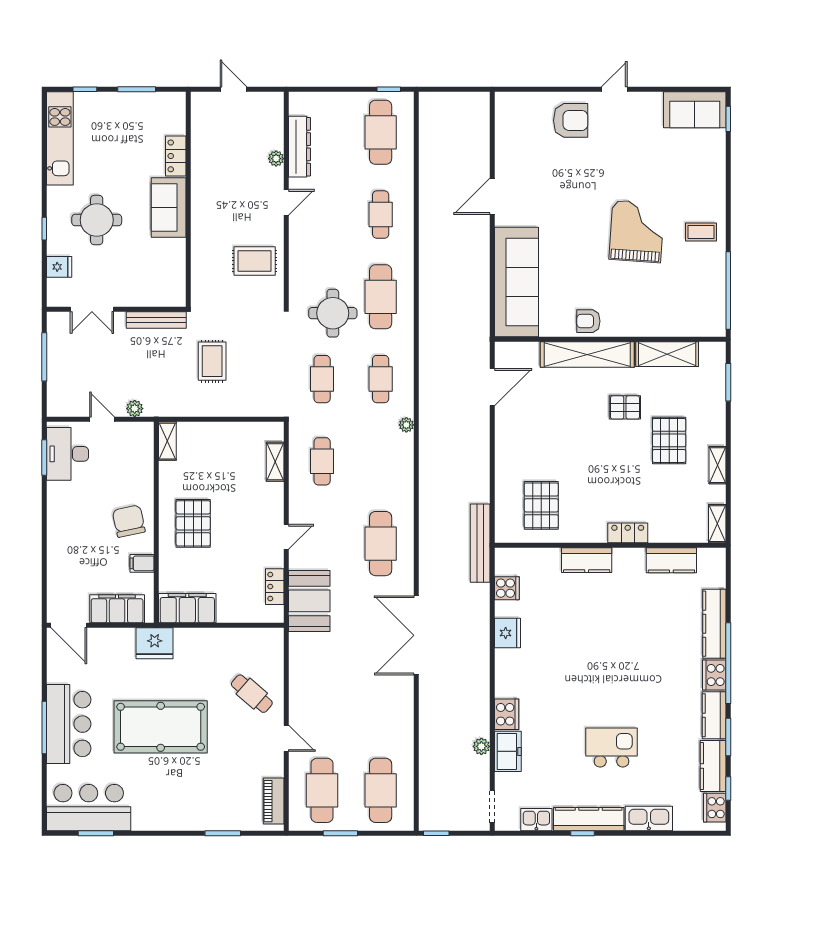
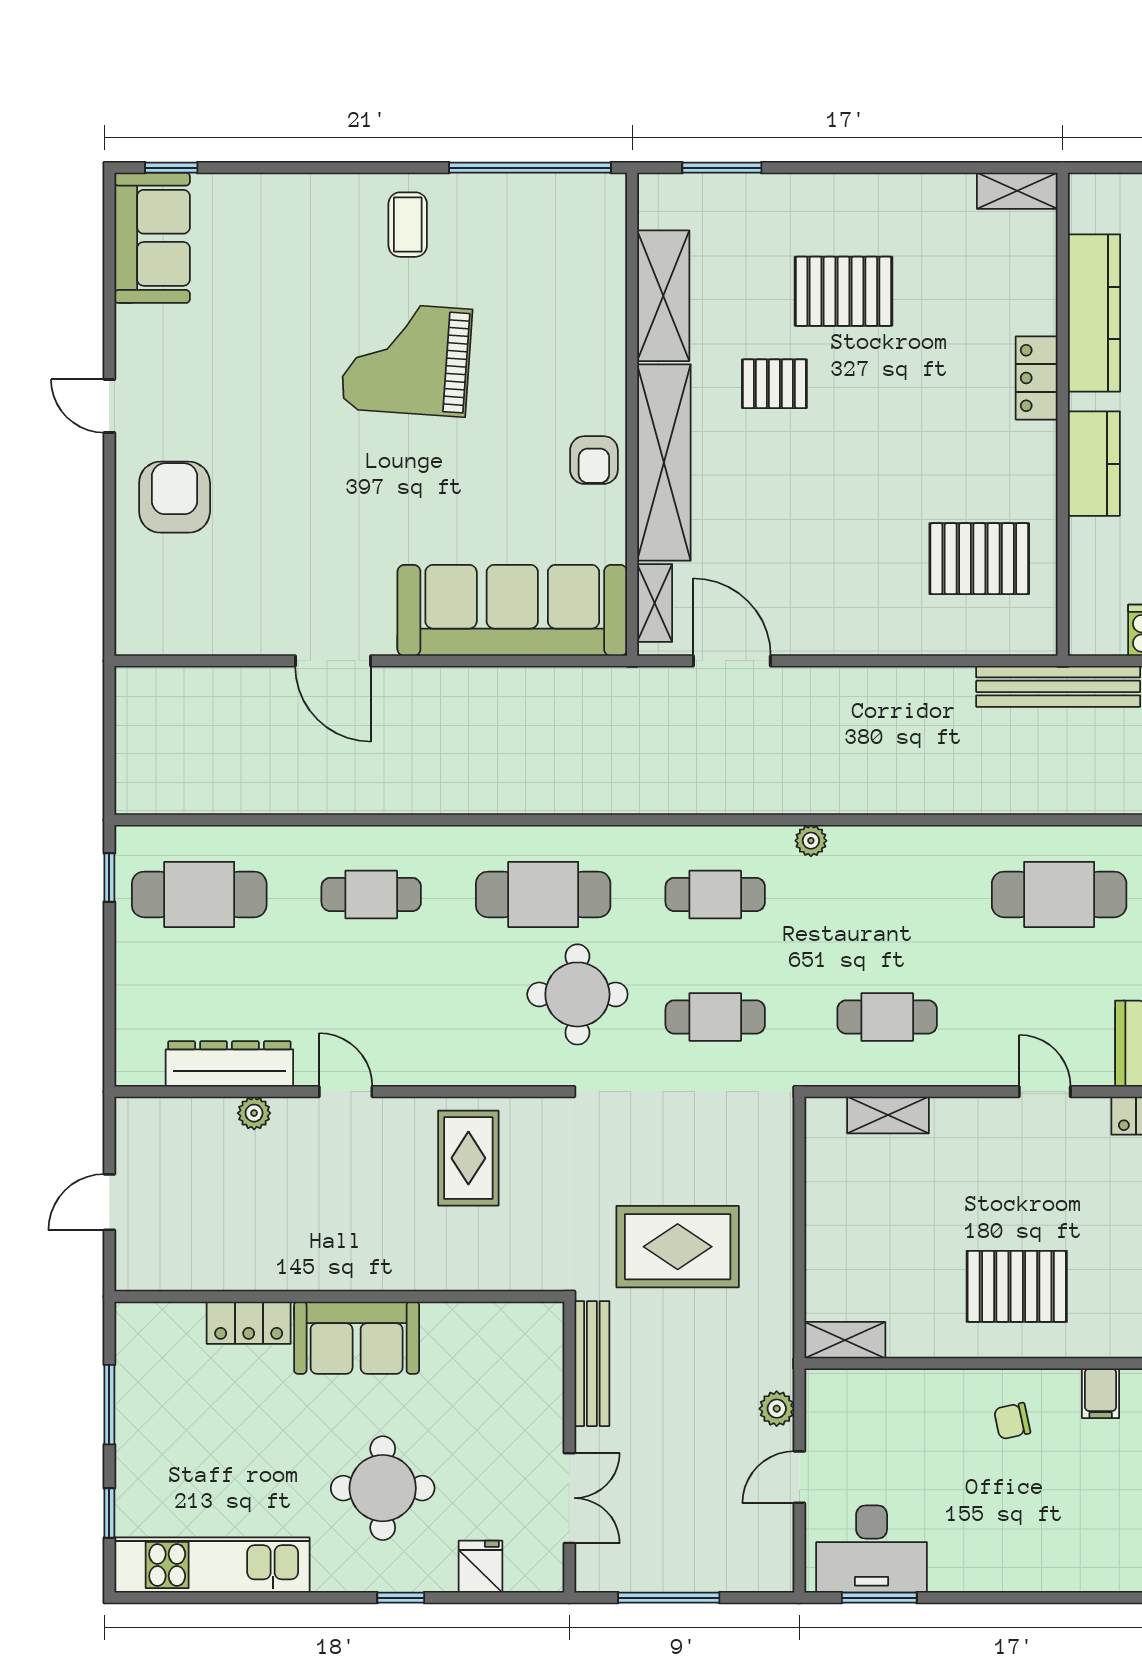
rug: (212, 361) -> (678, 1247), width x1.36, depth x1.43
pallet: (625, 407) -> (774, 384), turned 90
shelving: (718, 465) -> (655, 603), moved, turned 90
chair: (129, 521) -> (1012, 1421), width x0.54, depth x0.54
kitchen counter: (671, 560) -> (1094, 313), width x1.50

